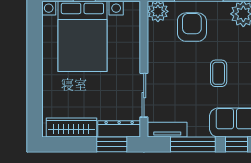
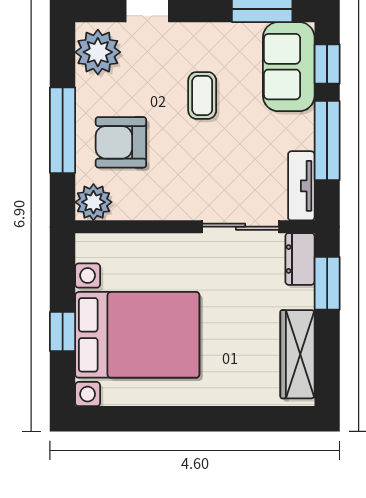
coffee table: (219, 73) -> (202, 95), turned 90
dresser: (119, 129) -> (300, 259), width x0.70

